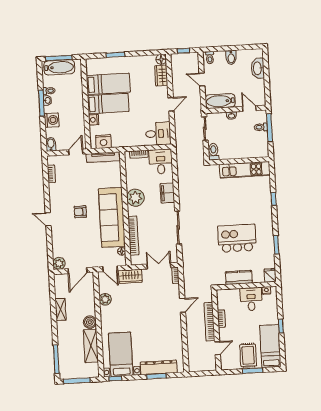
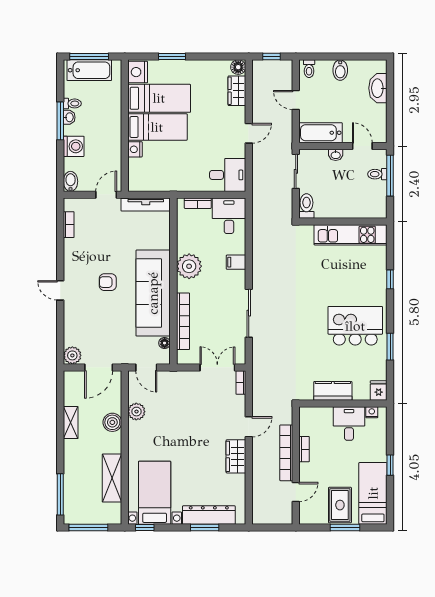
nightstand: (104, 142) -> (138, 72), moved, turned 90
filing cabinet: (167, 193) -> (236, 262), width x0.50
kitchen island: (237, 238) -> (355, 326), moved
wardrobe: (130, 276) -> (236, 456), moved, turned 90
boiler: (90, 322) -> (112, 422), moved

